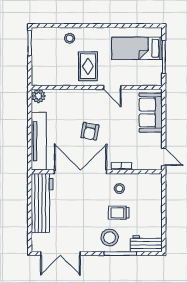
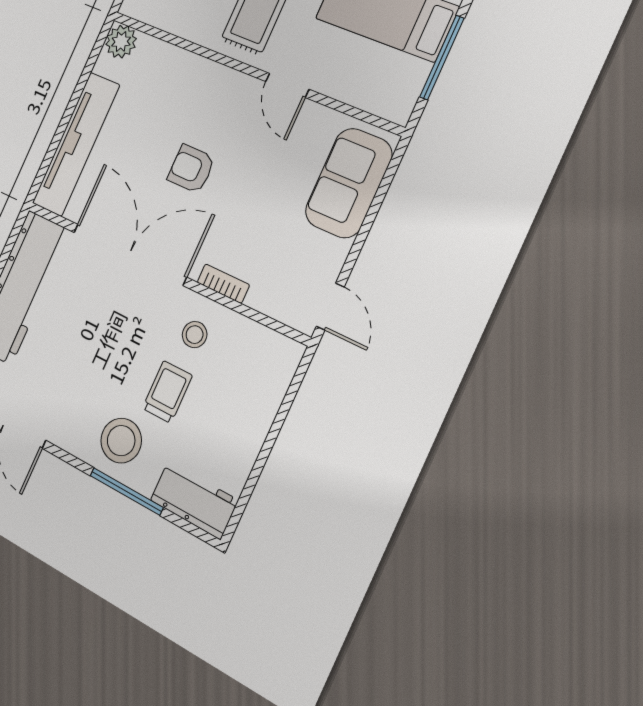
armchair: (90, 131) -> (191, 169), turned 80
trolley: (119, 213) -> (167, 392), turned 90

